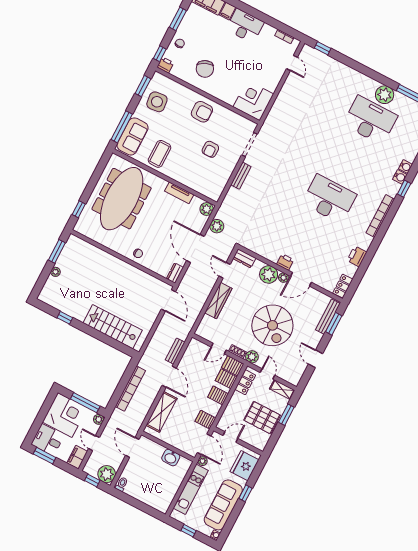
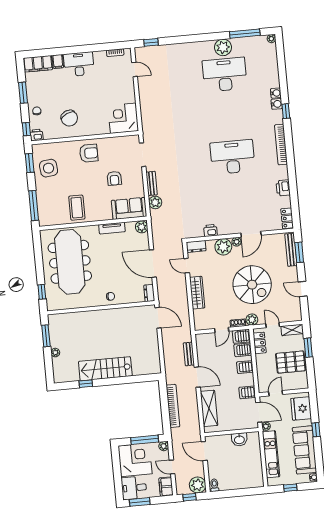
sofa: (133, 136) -> (129, 208), moved, turned -90
plant: (217, 226) -> (155, 202), moved
printer: (285, 262) -> (210, 231), moved
stairs: (113, 327) -> (105, 369), moved

